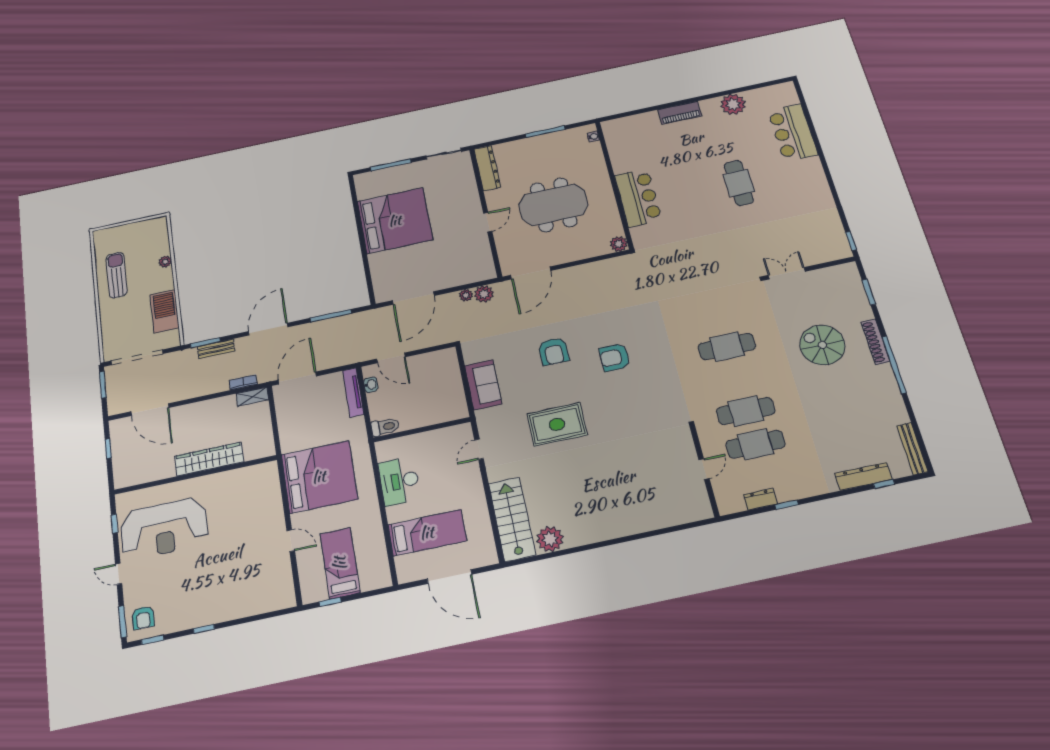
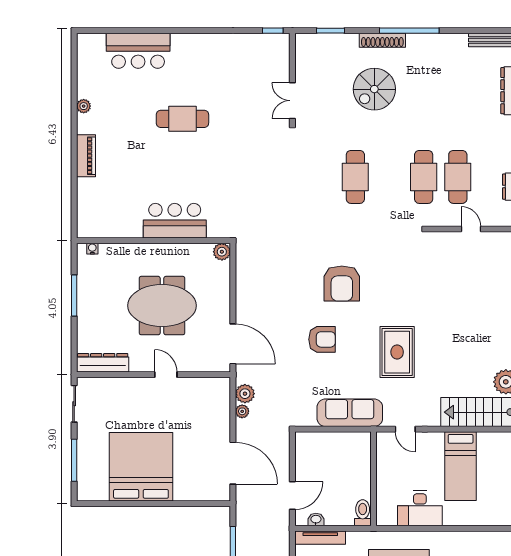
plant: (733, 104) -> (84, 106), width x0.53, depth x0.53
meeting table: (553, 205) -> (162, 306), turned 90
armchair: (615, 357) -> (342, 283), width x1.36, depth x1.36
sofa: (483, 385) -> (350, 413), width x1.36
bed: (427, 533) -> (461, 466), moved, turned 180

